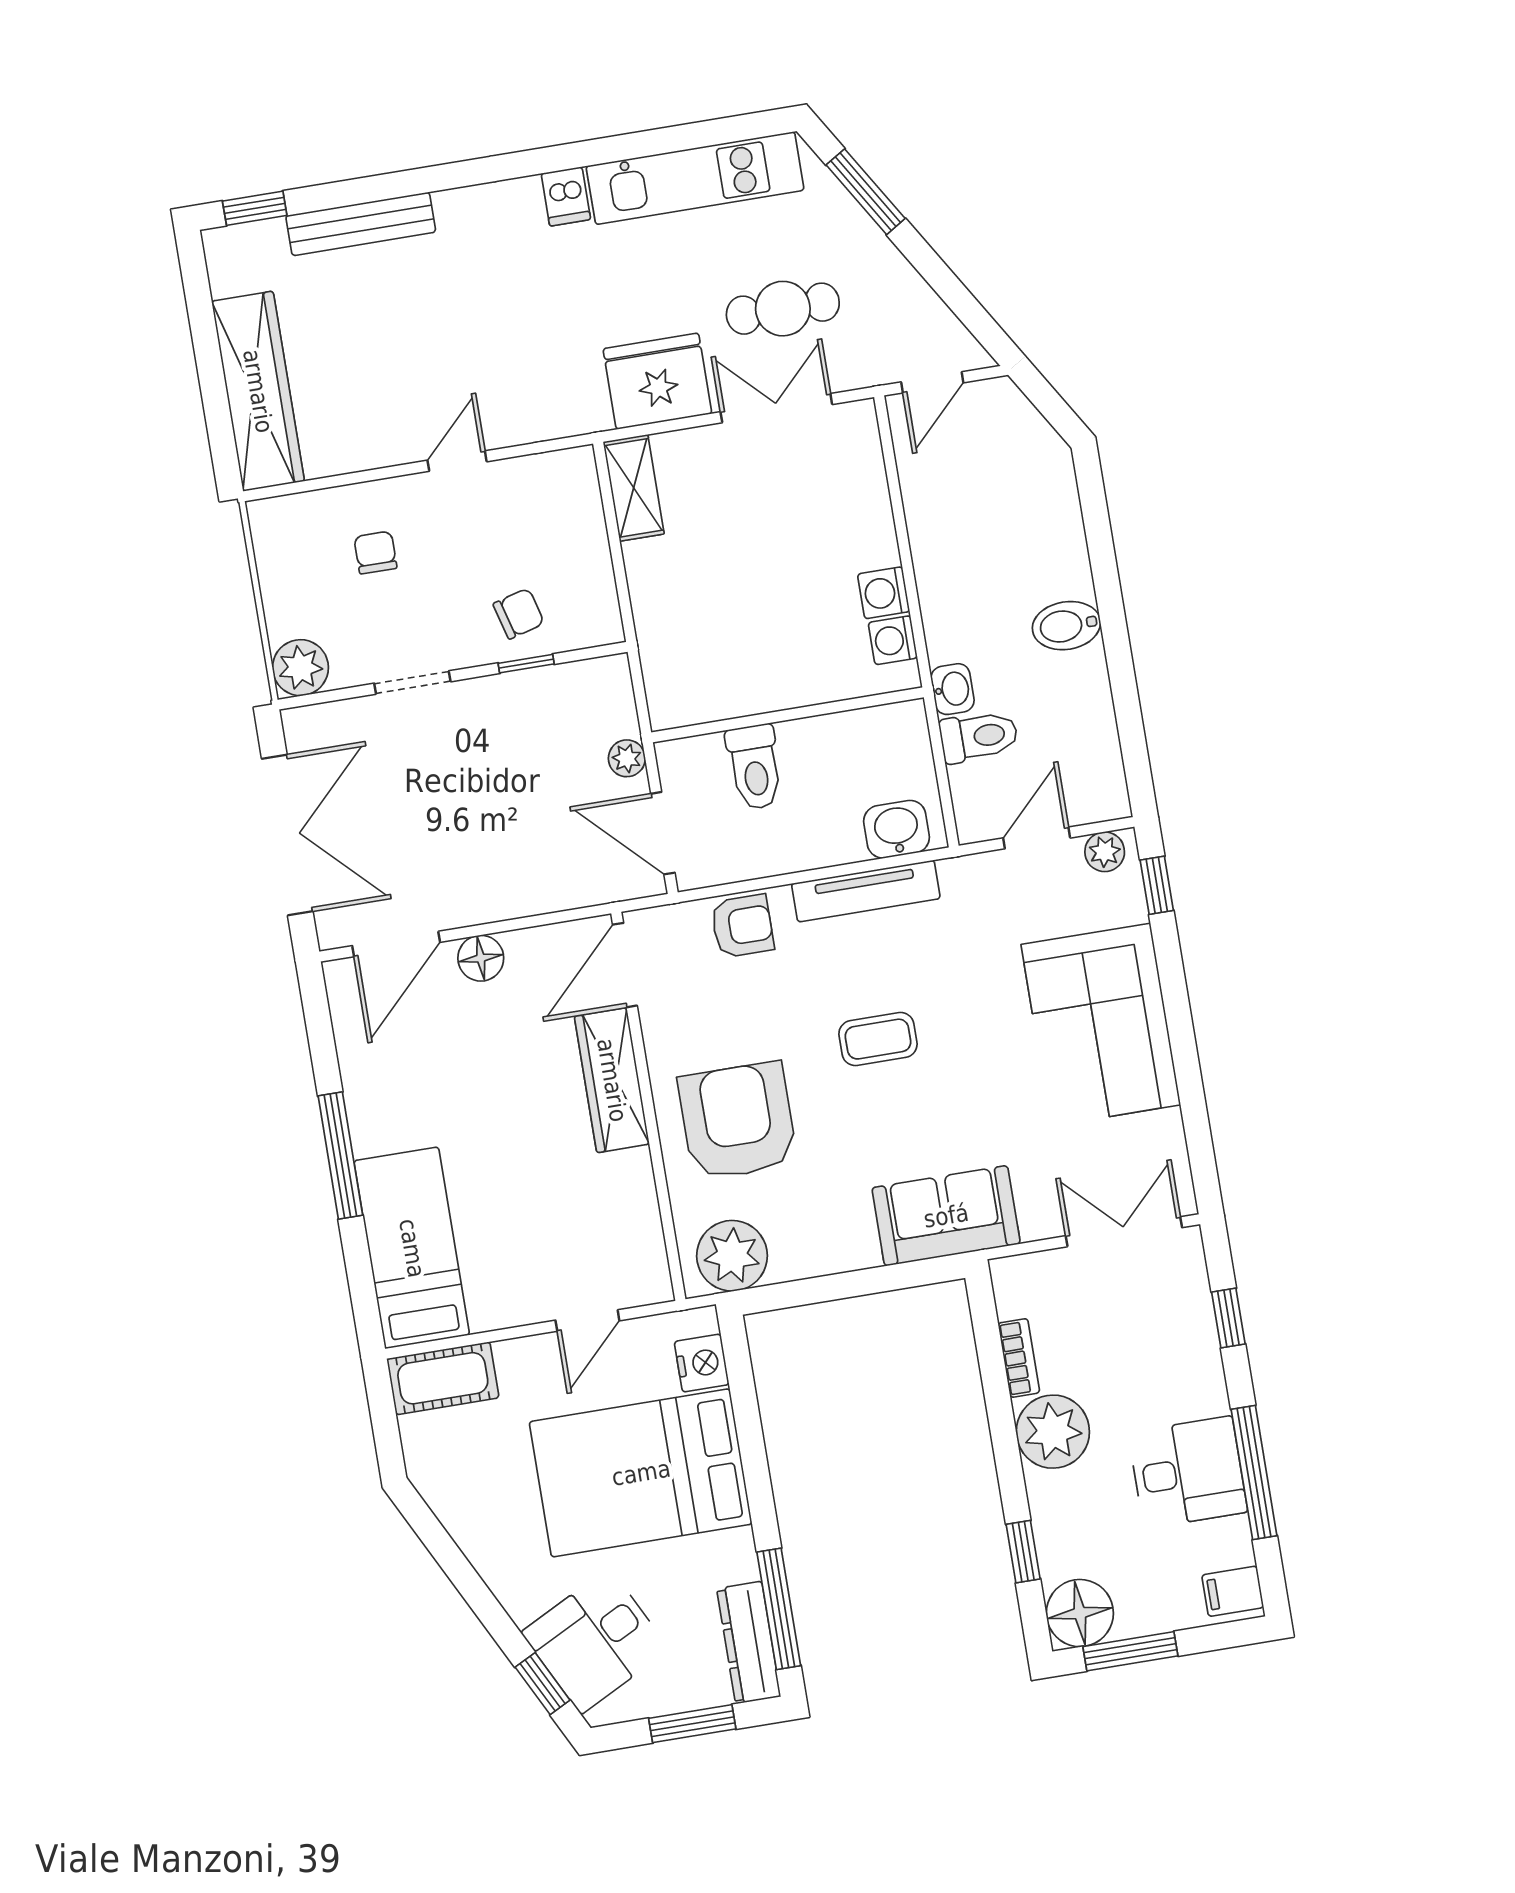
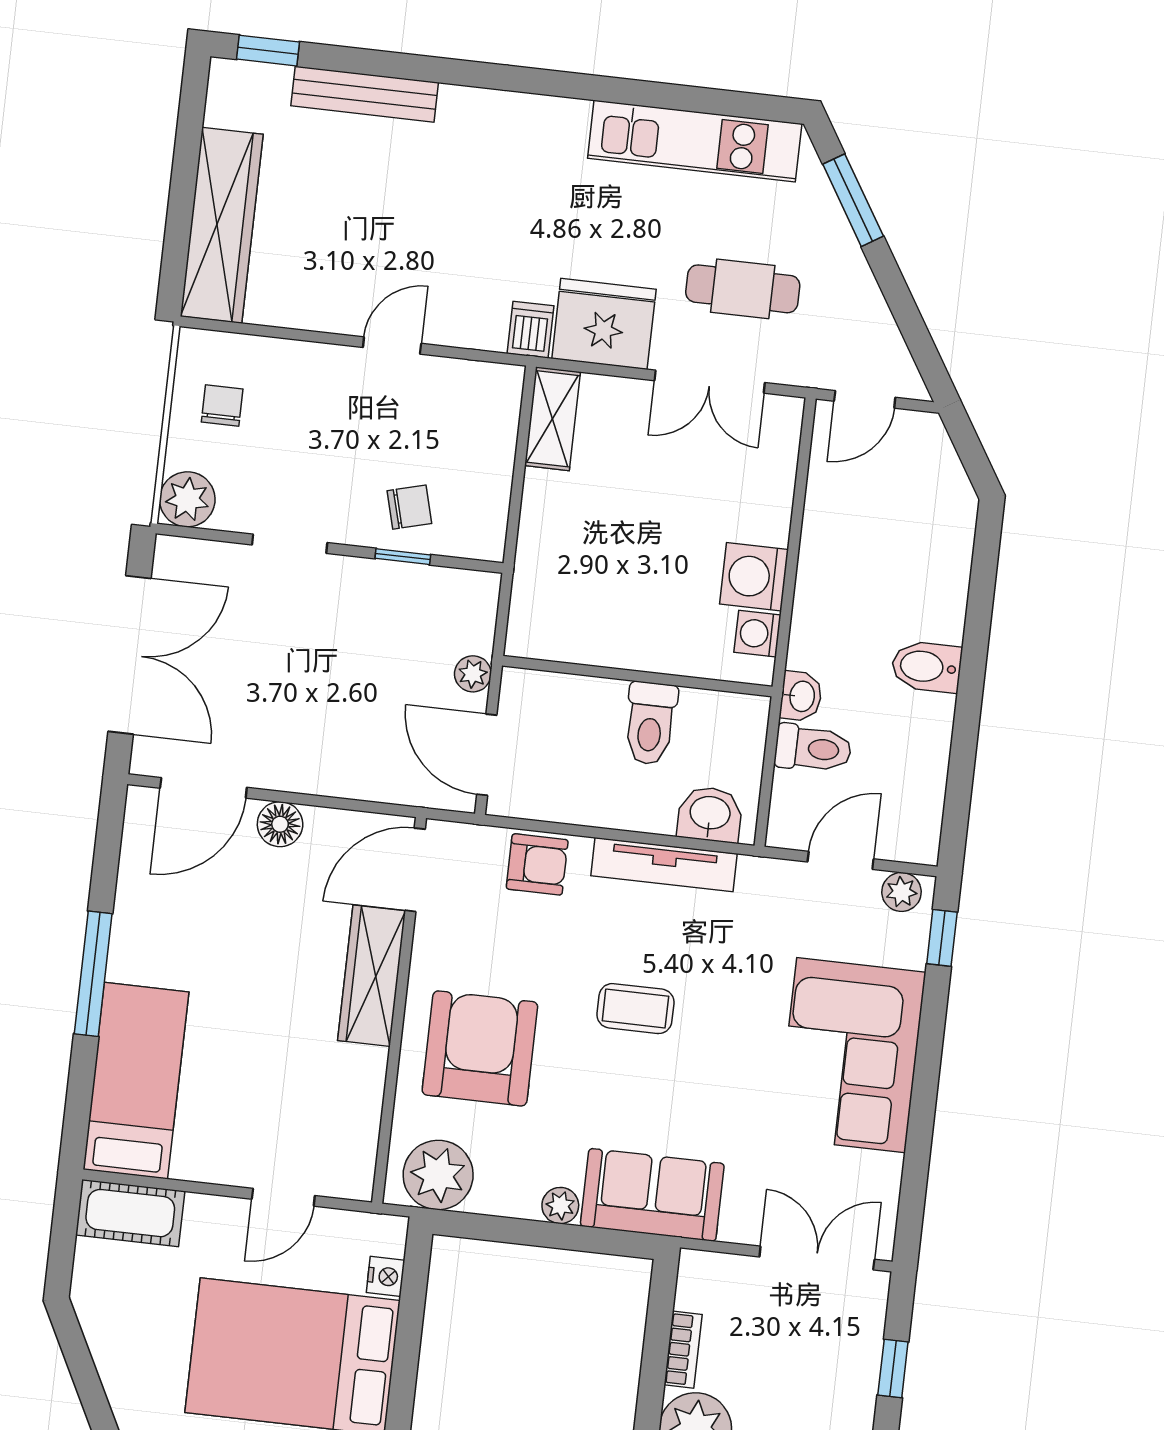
dishwasher: (566, 196) -> (530, 330), moved, turned 180
double door: (776, 408) -> (710, 382), swing flipped
chair: (375, 552) -> (222, 405), moved
washing machine: (884, 593) -> (754, 577), width x1.38, depth x1.38
toilet: (755, 767) -> (650, 723), moved
plant: (859, 1252) -> (560, 1206), added
nightstand: (702, 1363) -> (386, 1276), width x0.72, depth x0.74

